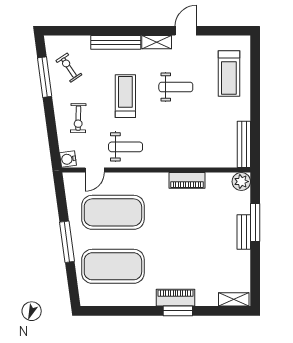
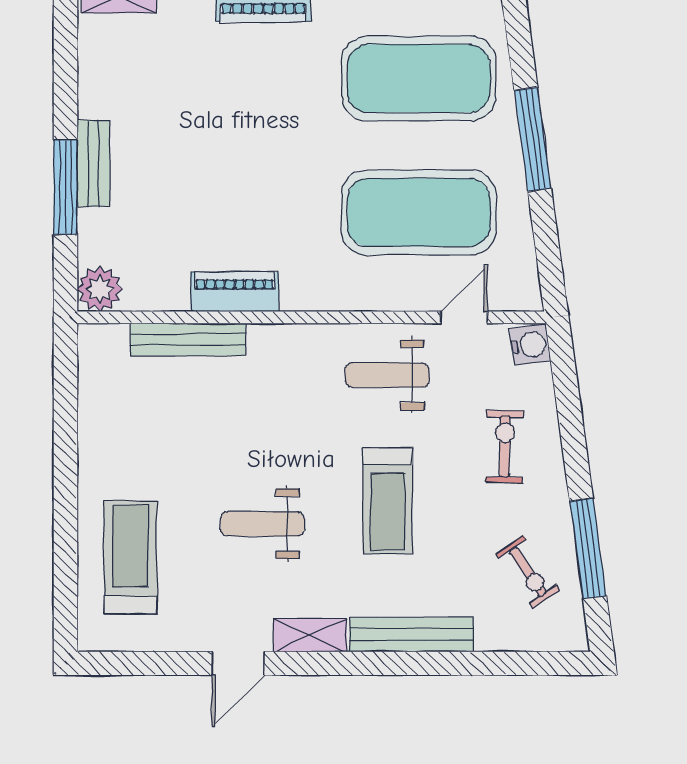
bench: (244, 144) -> (188, 339), moved, turned 90

